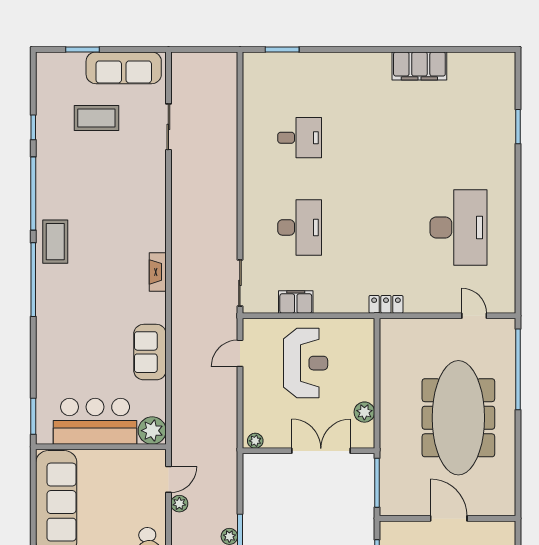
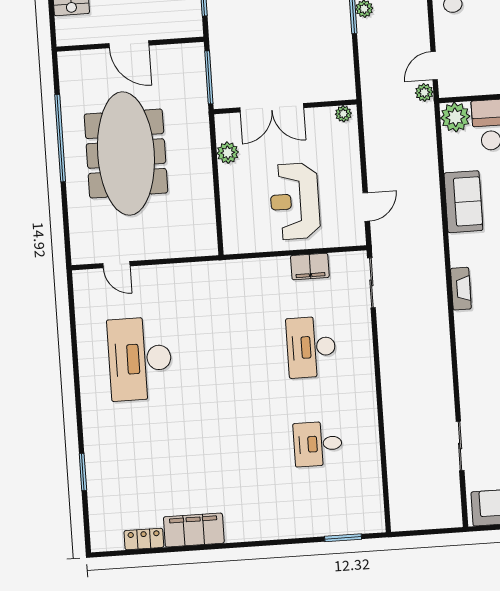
locker: (386, 304) -> (144, 539), moved, turned 180
window: (518, 369) -> (60, 138), moved
plant: (179, 504) -> (424, 92), moved

